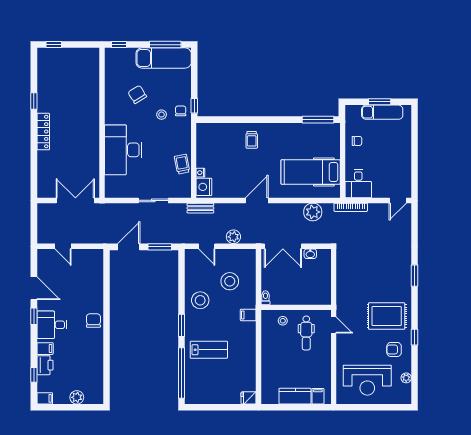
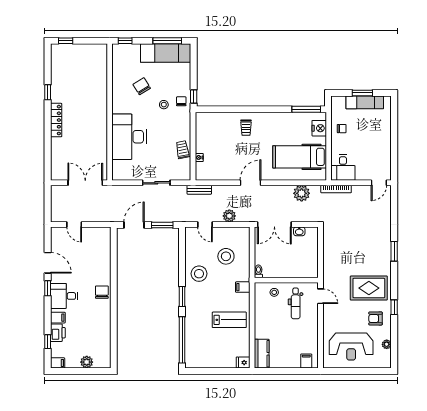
nightstand: (204, 187) -> (319, 128), moved, turned 180
lab bench: (209, 350) -> (229, 320), moved
kitchen counter: (295, 396) -> (262, 354), moved, turned 90

